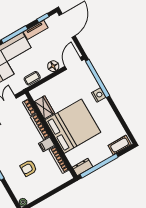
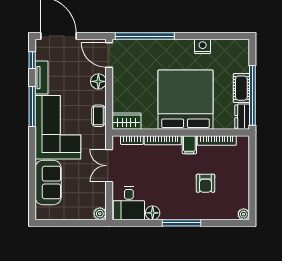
nightstand: (99, 95) -> (203, 46), moved
wardrobe: (44, 107) -> (127, 121), moved
cot: (120, 145) -> (241, 88), moved

